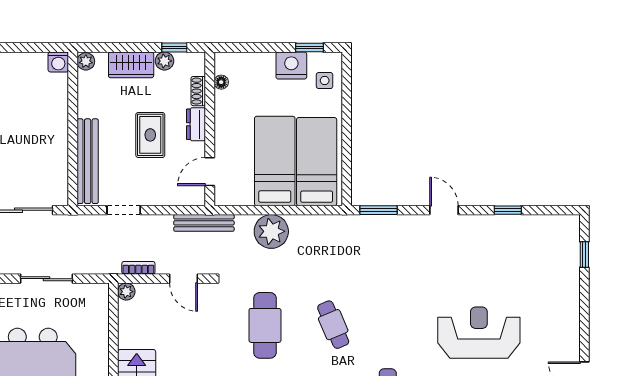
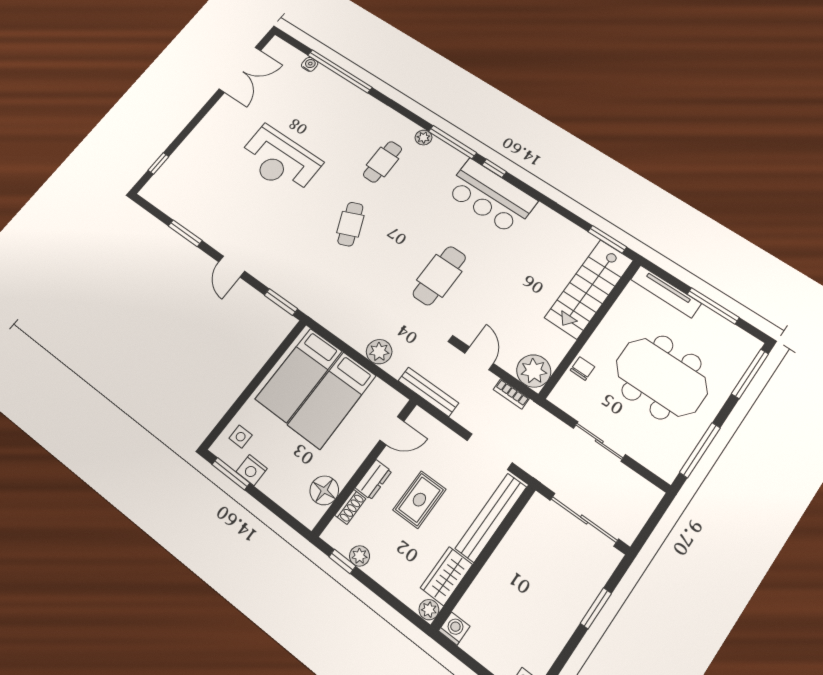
window: (310, 48) -> (231, 474), width x1.50
wardrobe: (131, 65) -> (446, 576), moved, turned -90
nightstand: (291, 65) -> (252, 470), width x0.74, depth x0.75
floor lamp: (221, 82) -> (324, 490), width x1.89, depth x1.89
doorway: (124, 210) -> (489, 452), width x1.38
window: (508, 210) -> (185, 233), width x1.50
plant: (271, 231) -> (379, 352), width x0.73, depth x0.73
plant: (126, 292) -> (534, 371), width x1.88, depth x1.88
cafe table: (333, 325) -> (350, 224), moved
chair: (98, 328) -> (582, 368), added

